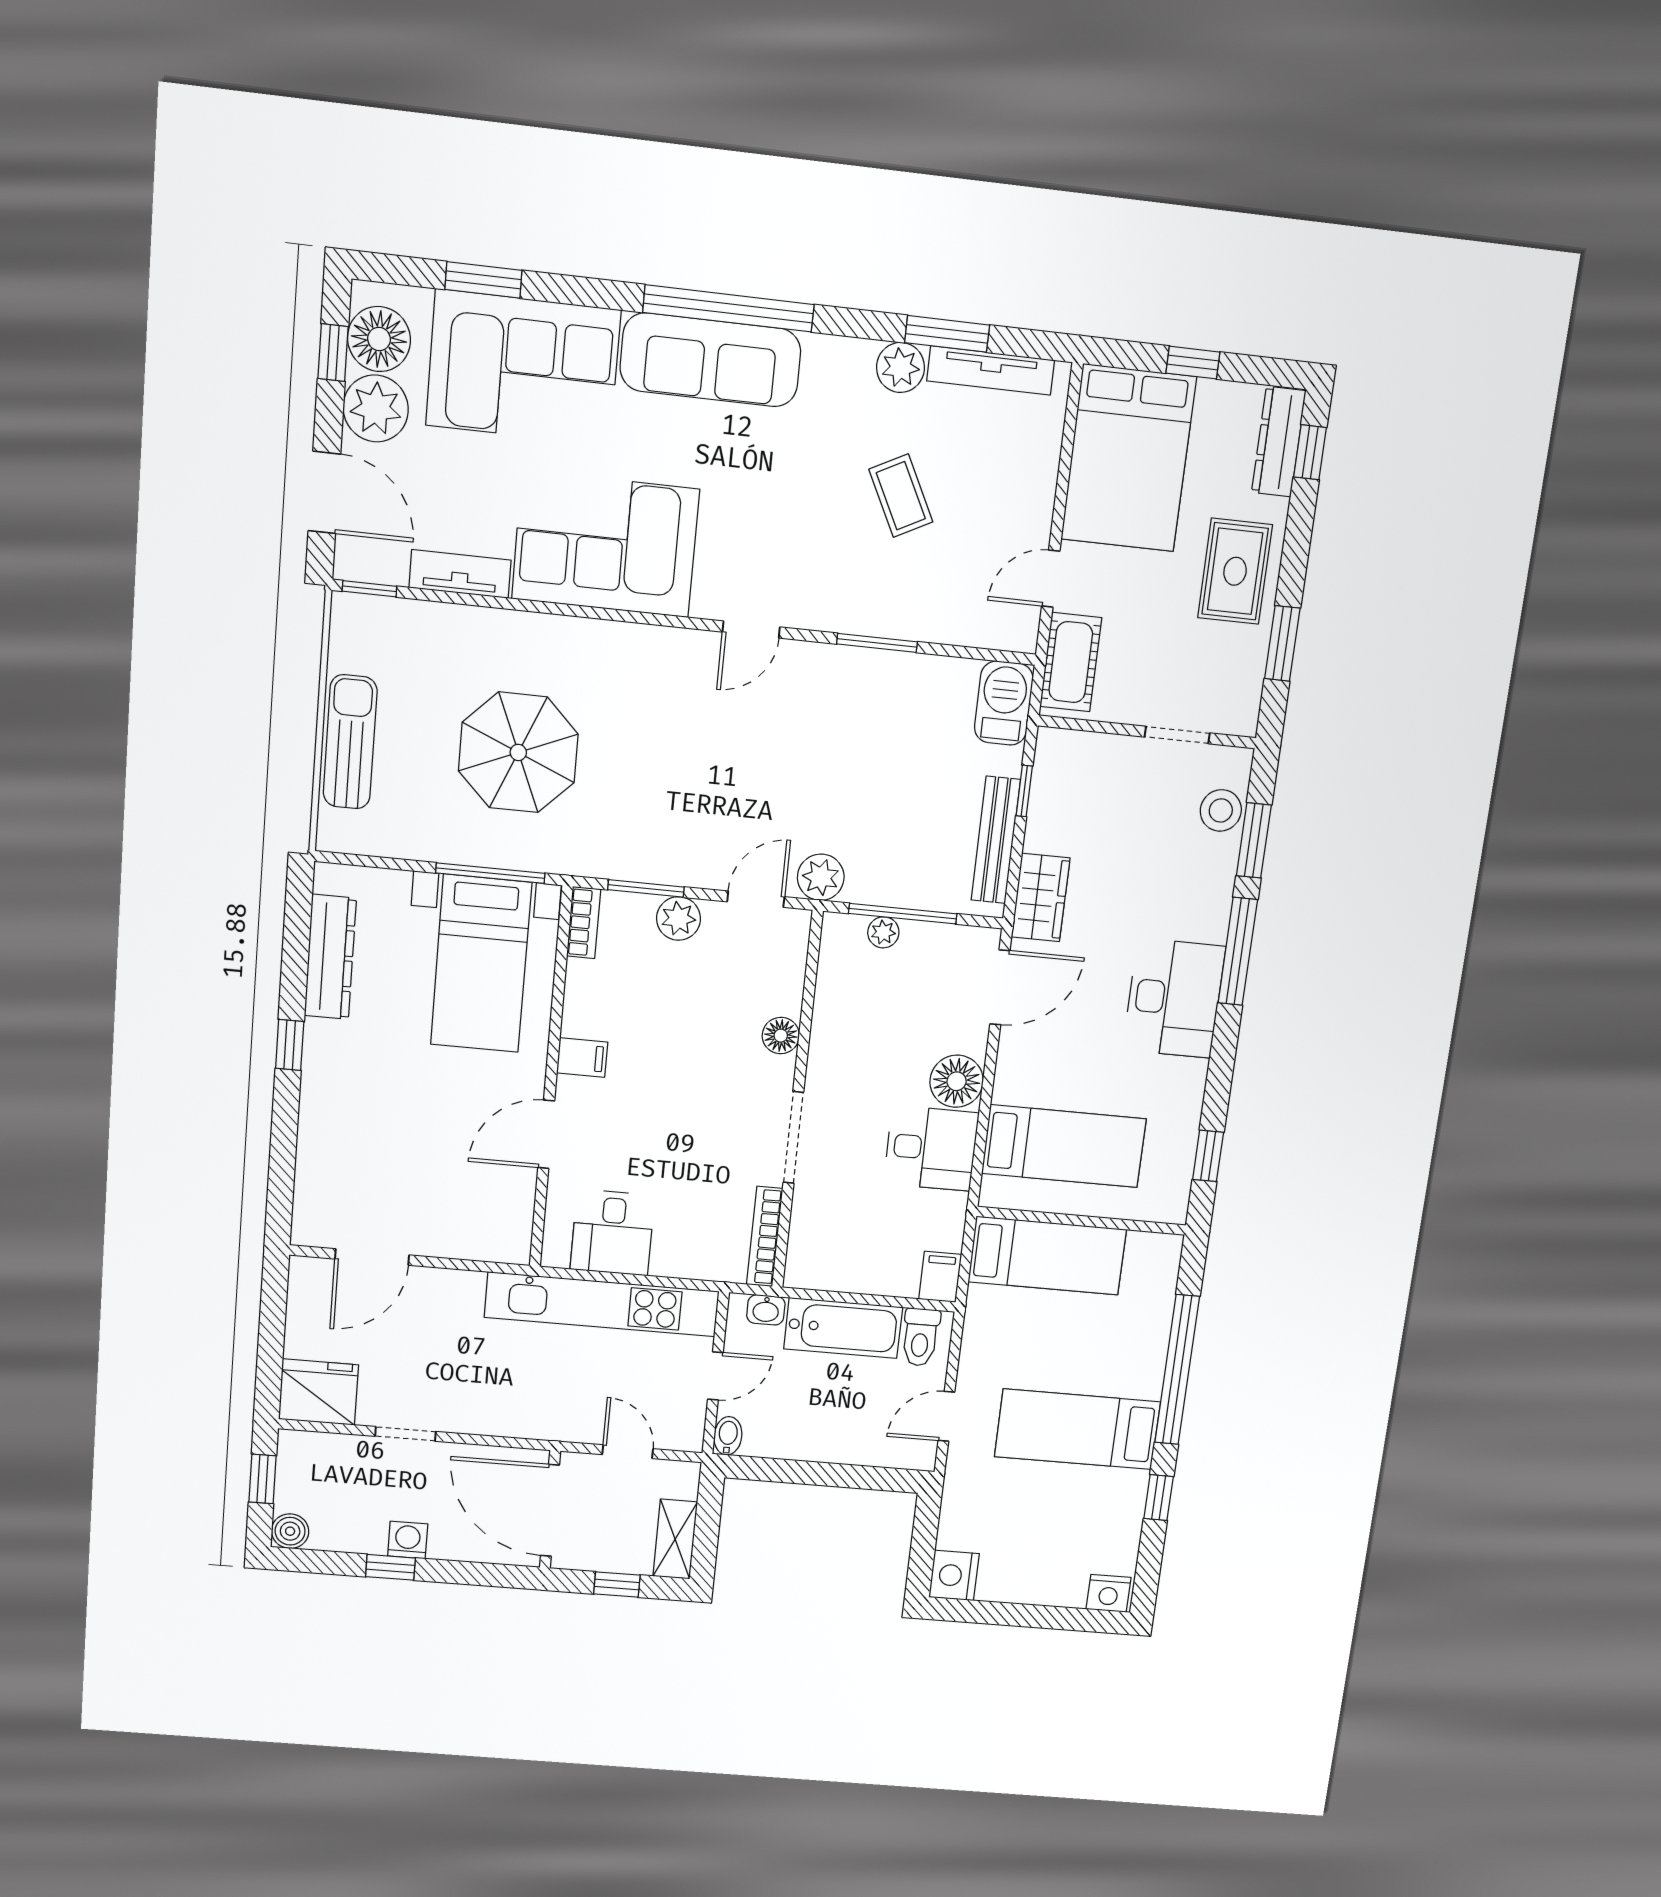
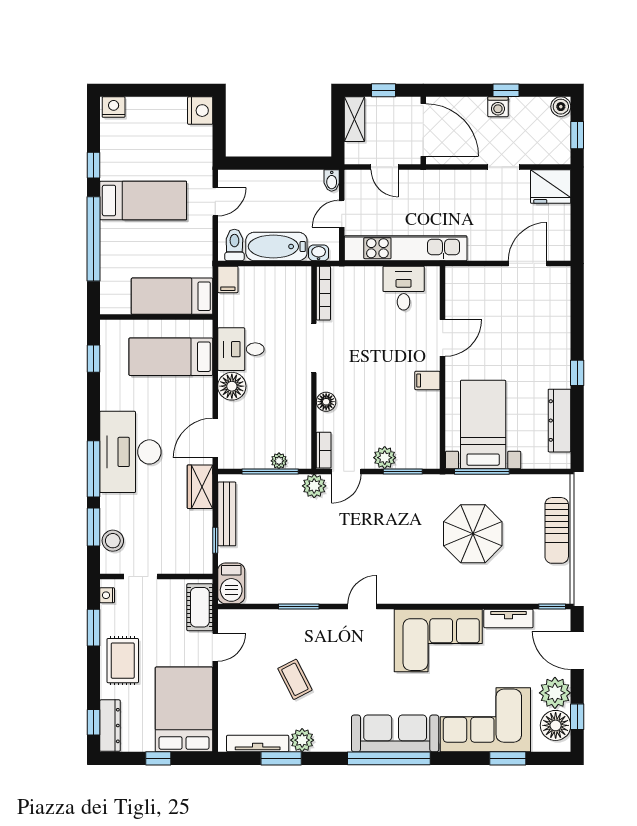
nightstand: (1247, 705) -> (107, 595), added
bookcase: (584, 923) -> (324, 450), moved, turned 180
desk: (1174, 998) -> (130, 452), width x1.36, depth x1.30

